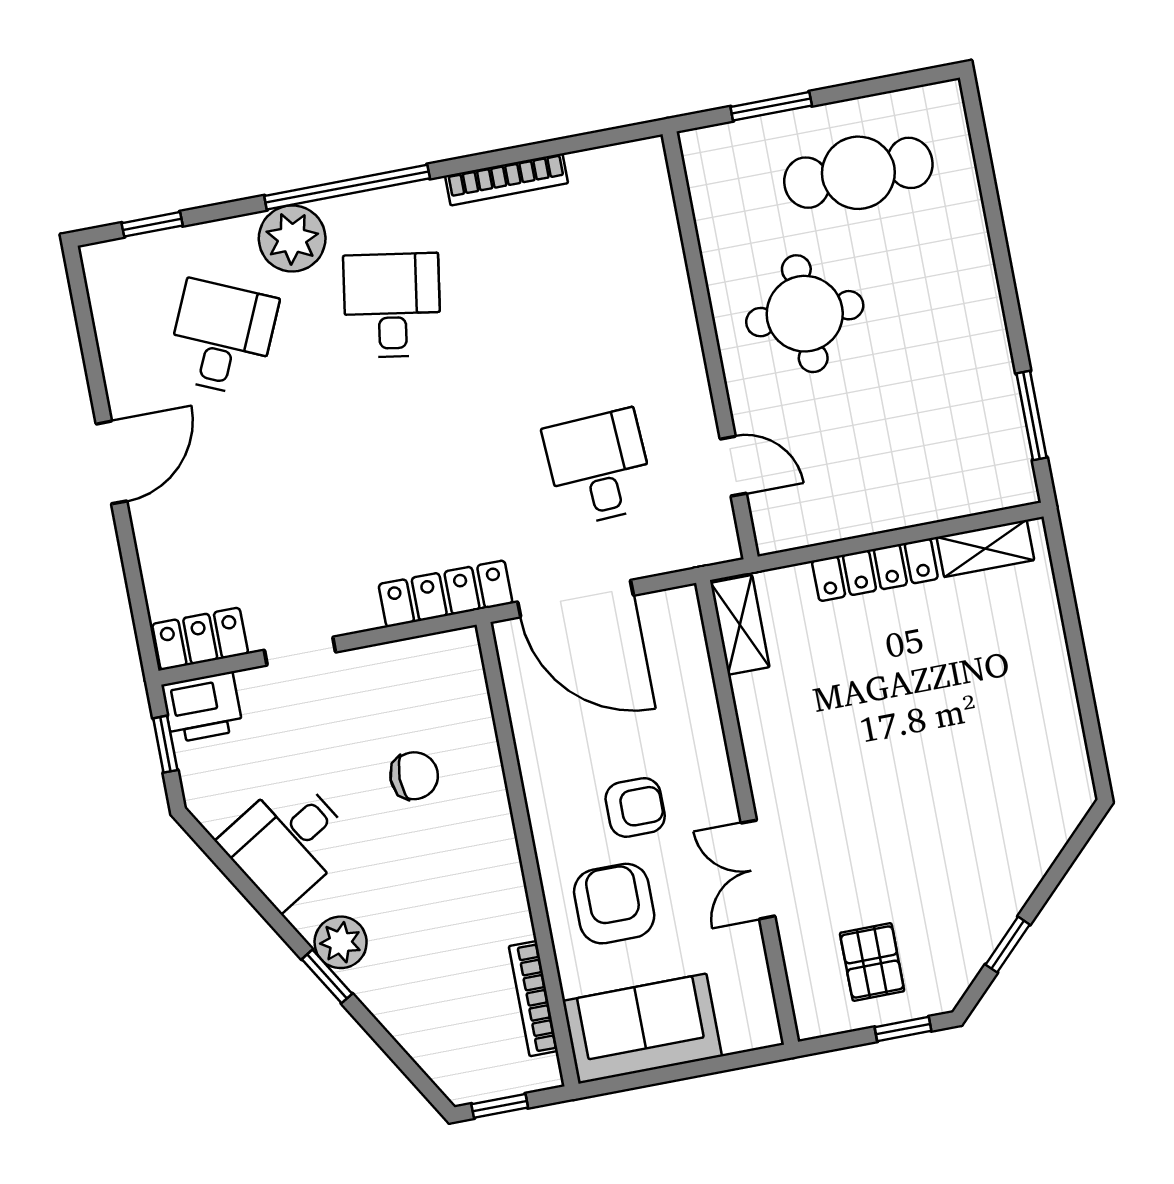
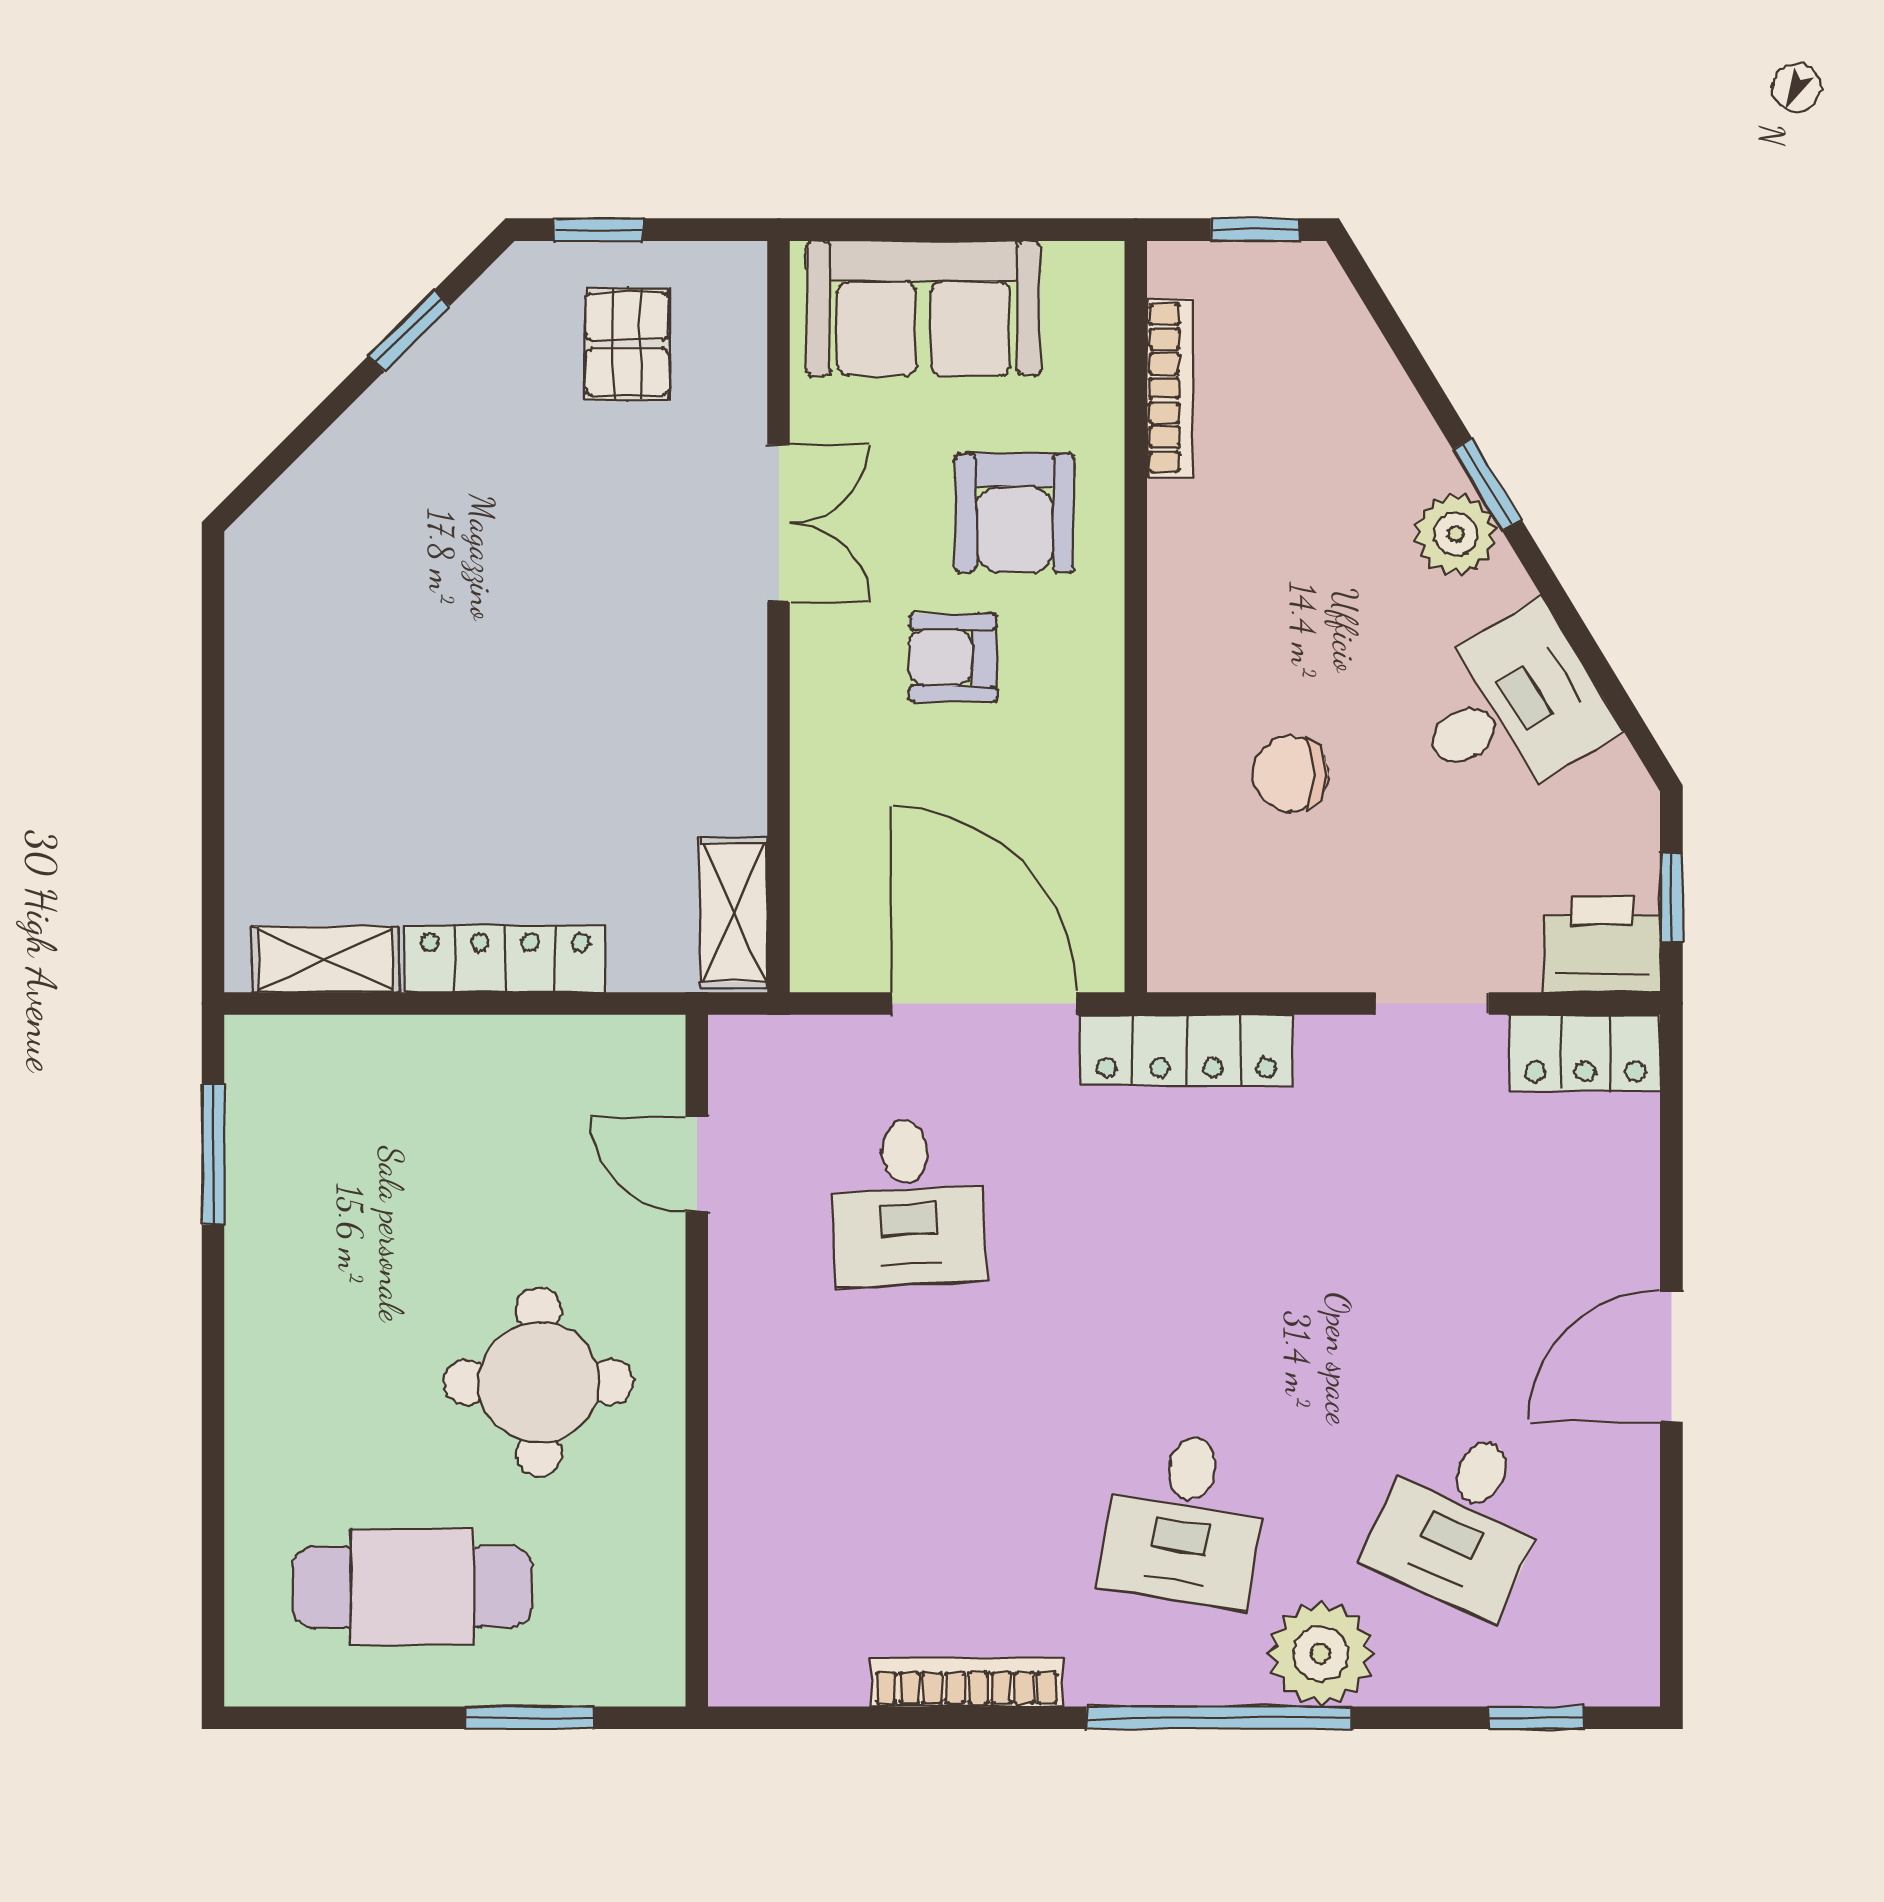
sofa: (642, 1029) -> (923, 308), moved

